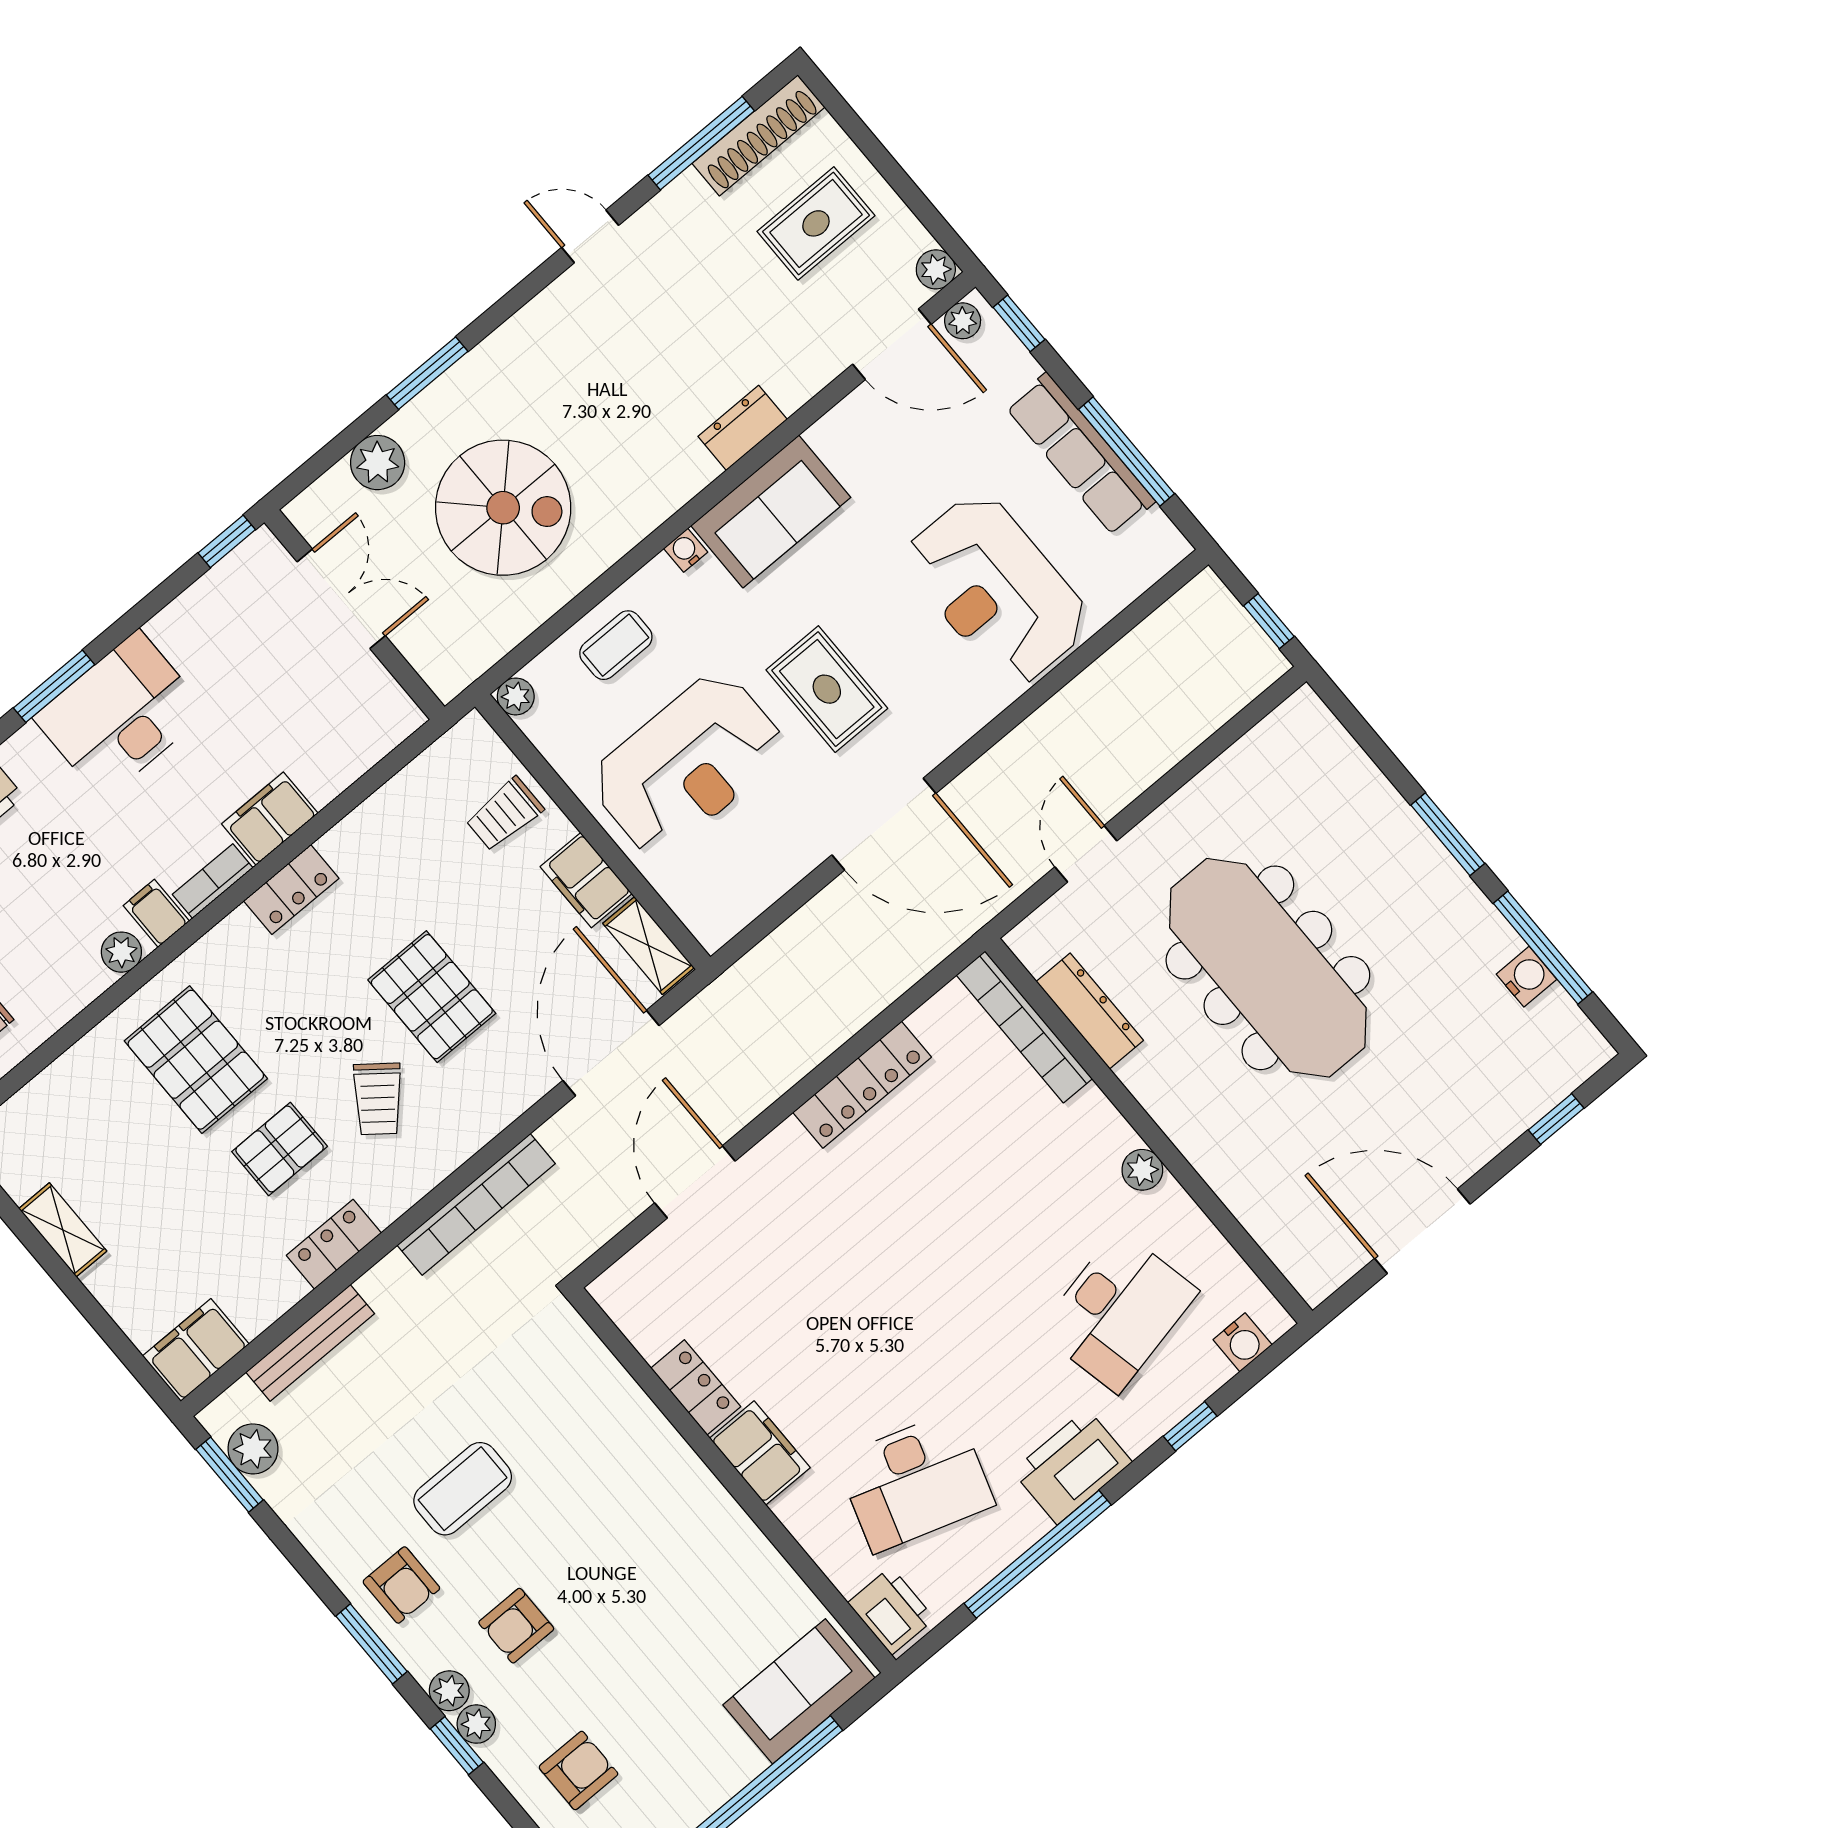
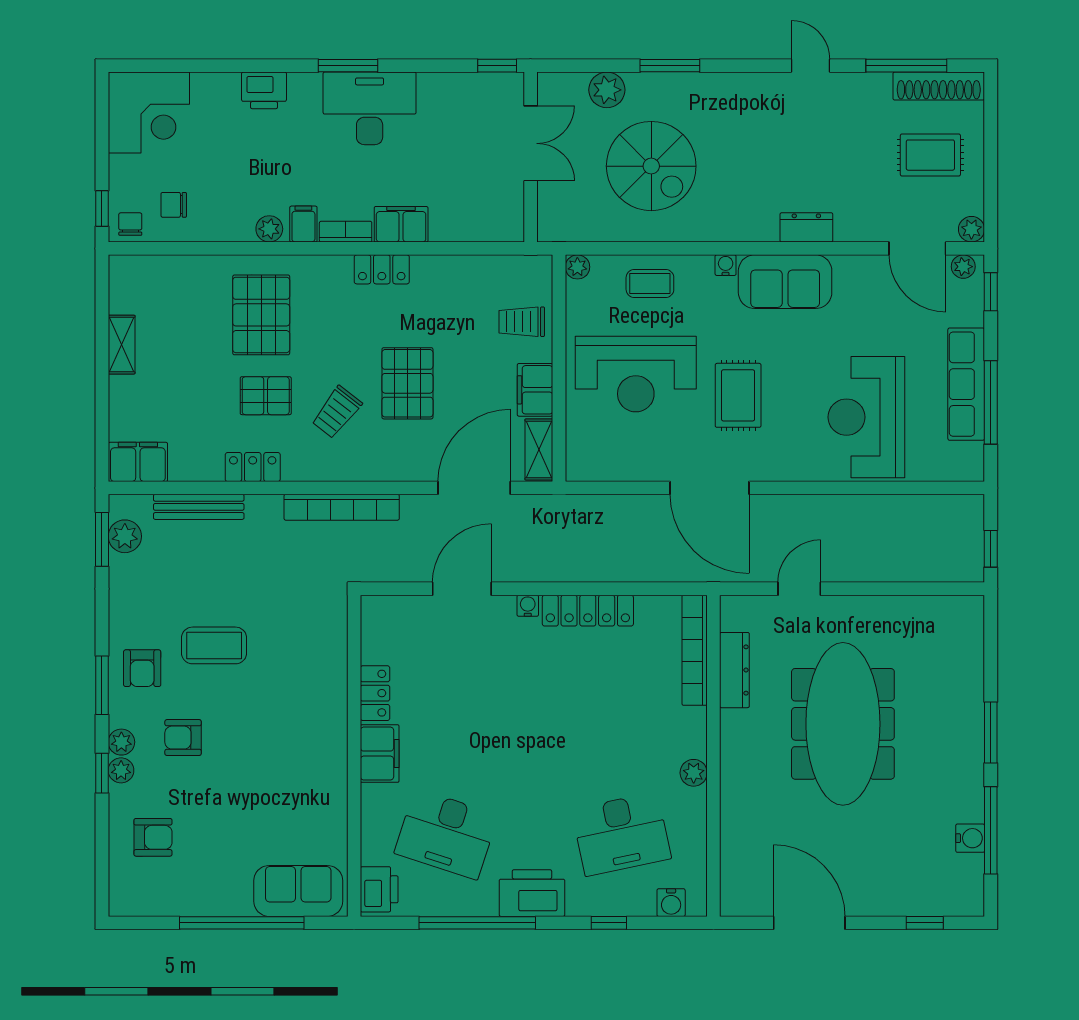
water cooler: (788, 1138) -> (528, 606), added

